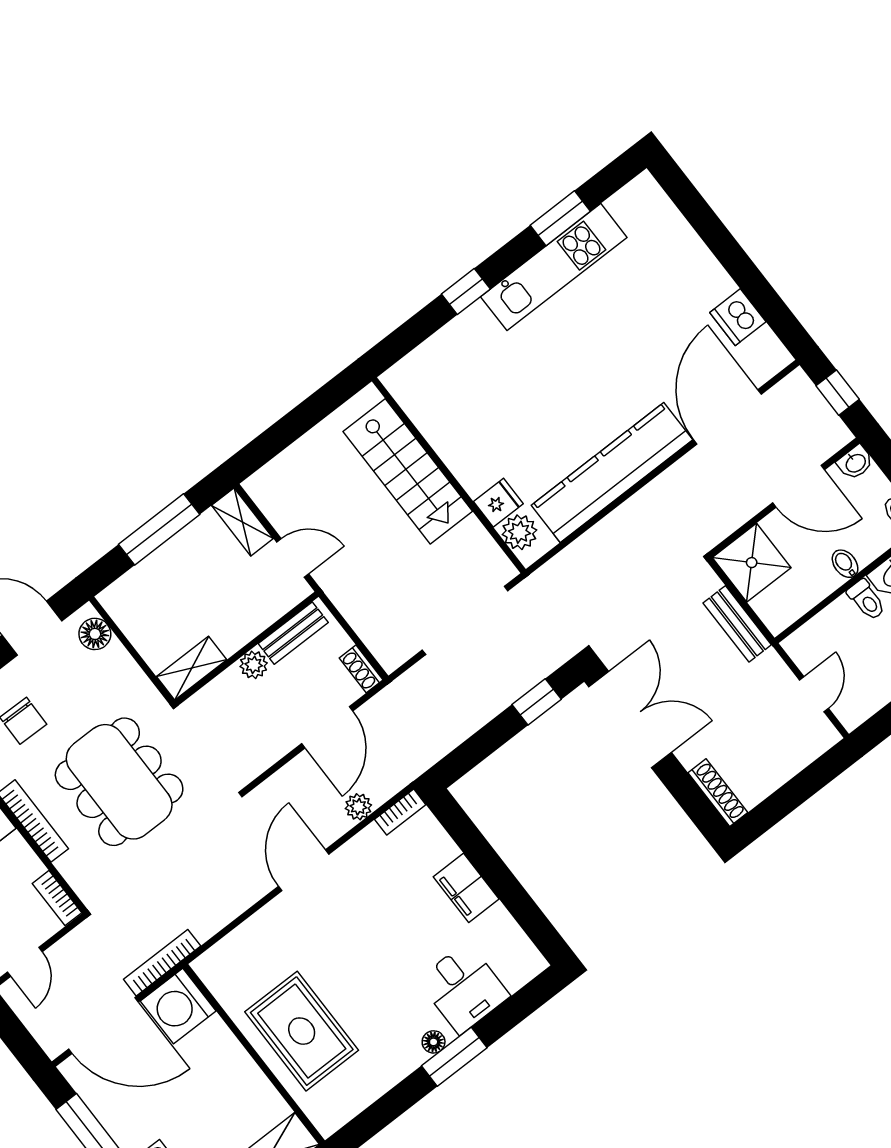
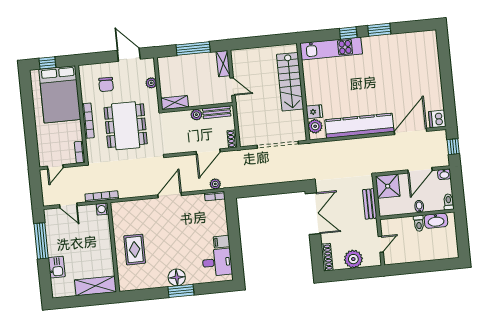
window: (560, 218) -> (379, 30), moved
kitchen unit: (554, 267) -> (331, 49), moved
dishwasher: (738, 317) -> (437, 119), moved
door: (799, 486) -> (420, 170), hinge flipped
floor lamp: (95, 634) -> (149, 70), removed
plant: (116, 658) -> (151, 83), added
window: (537, 702) -> (285, 188), removed
plant: (776, 762) -> (353, 259), added
plant: (358, 807) -> (215, 184), moved
filing cabinet: (466, 888) -> (222, 242), width x0.50
desk: (464, 988) -> (217, 262), moved, turned -90
washing machine: (178, 1006) -> (102, 209), width x0.53, depth x0.53
door: (104, 1025) -> (68, 205), width x0.53
rug: (302, 1031) -> (135, 250), width x0.73, depth x0.70
floor lamp: (434, 1042) -> (177, 277), width x1.89, depth x1.89

